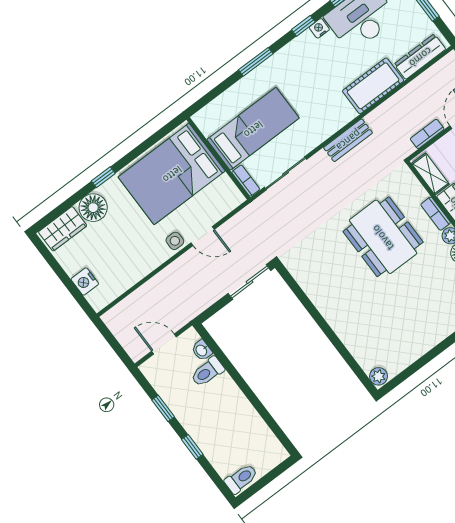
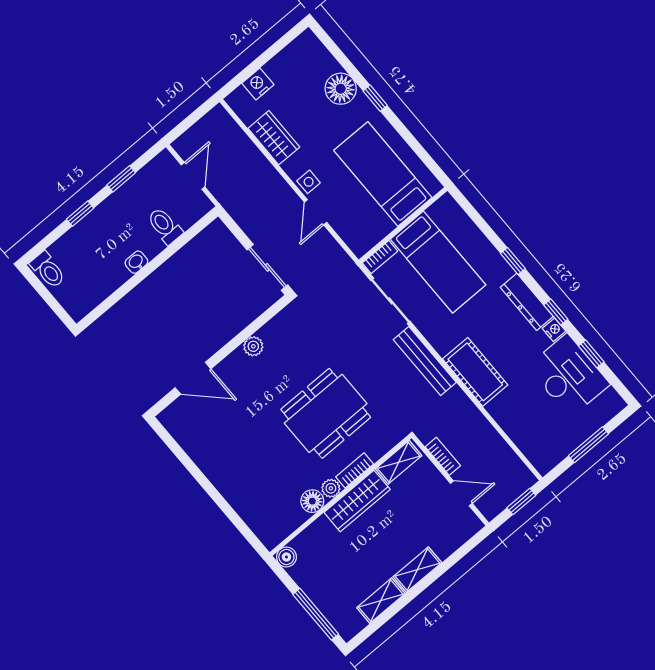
dresser: (420, 57) -> (527, 302), moved, turned 180
window: (256, 62) -> (513, 261), width x0.67
cot: (373, 86) -> (475, 372), moved
bench: (348, 140) -> (425, 361), width x1.36
bed: (172, 174) -> (383, 174), width x0.67
wardrobe: (63, 229) -> (274, 138), moved, turned 180
washbasin: (202, 350) -> (136, 262), moved
door: (345, 354) -> (193, 378), added
plant: (378, 376) -> (253, 346), moved

